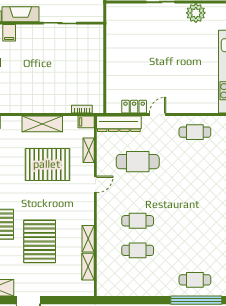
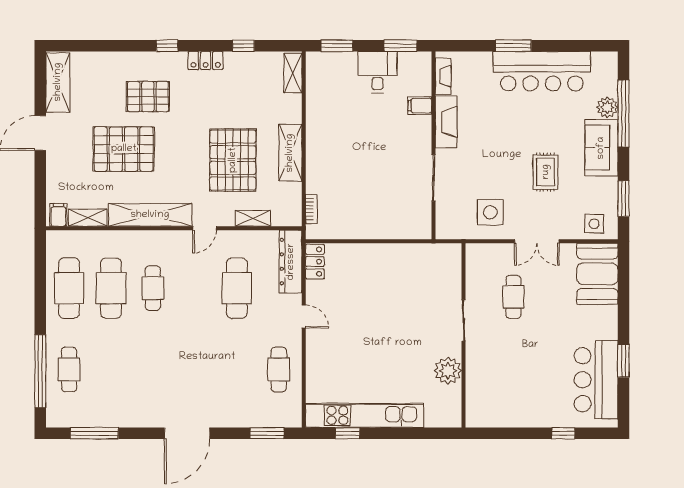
locker: (134, 107) -> (315, 262), moved
filing cabinet: (86, 122) -> (58, 215), moved
door: (95, 184) -> (205, 228), hinge flipped
shelving: (88, 239) -> (150, 215), width x2.20, depth x1.33
cafe table: (138, 250) -> (111, 288), width x1.37, depth x1.35
cafe table: (138, 280) -> (69, 288), added

